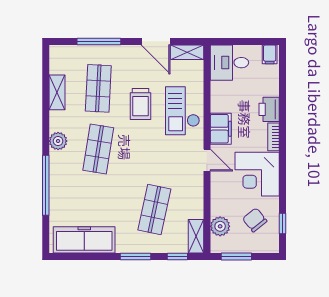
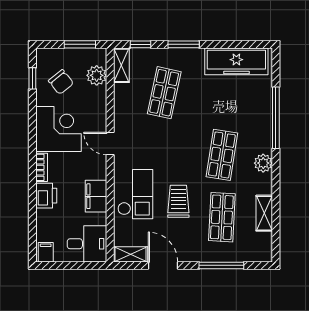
filing cabinet: (221, 129) -> (96, 196), moved

